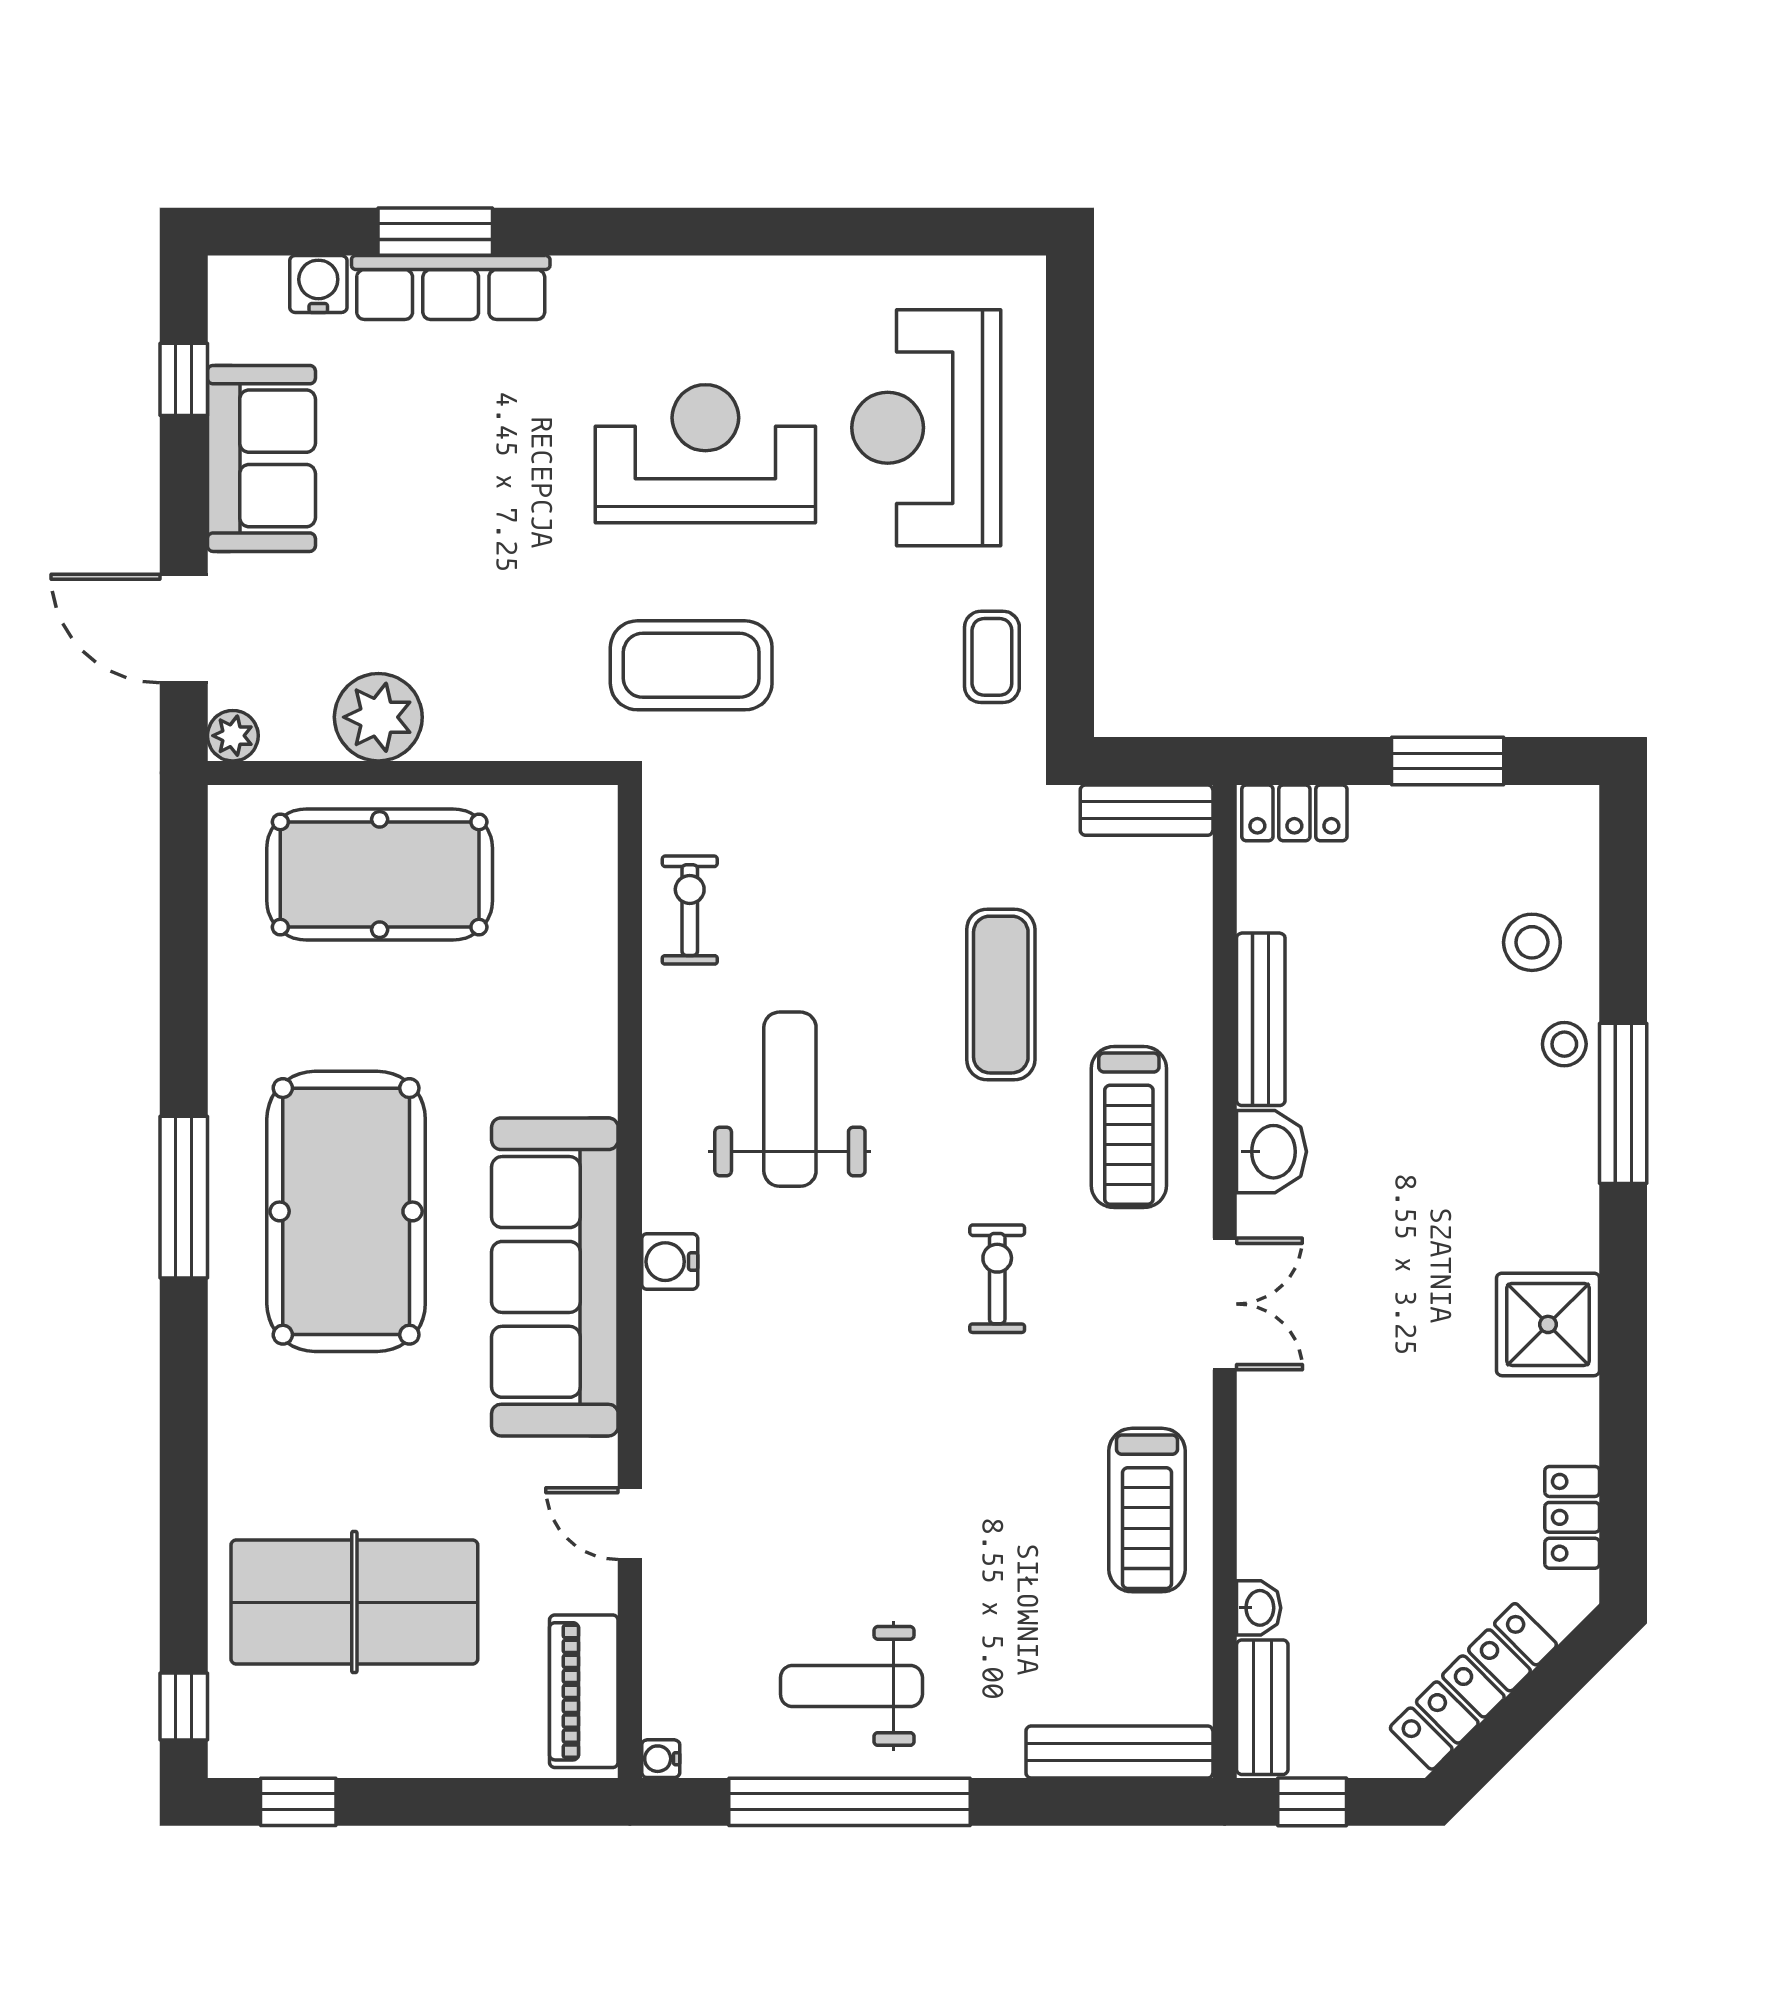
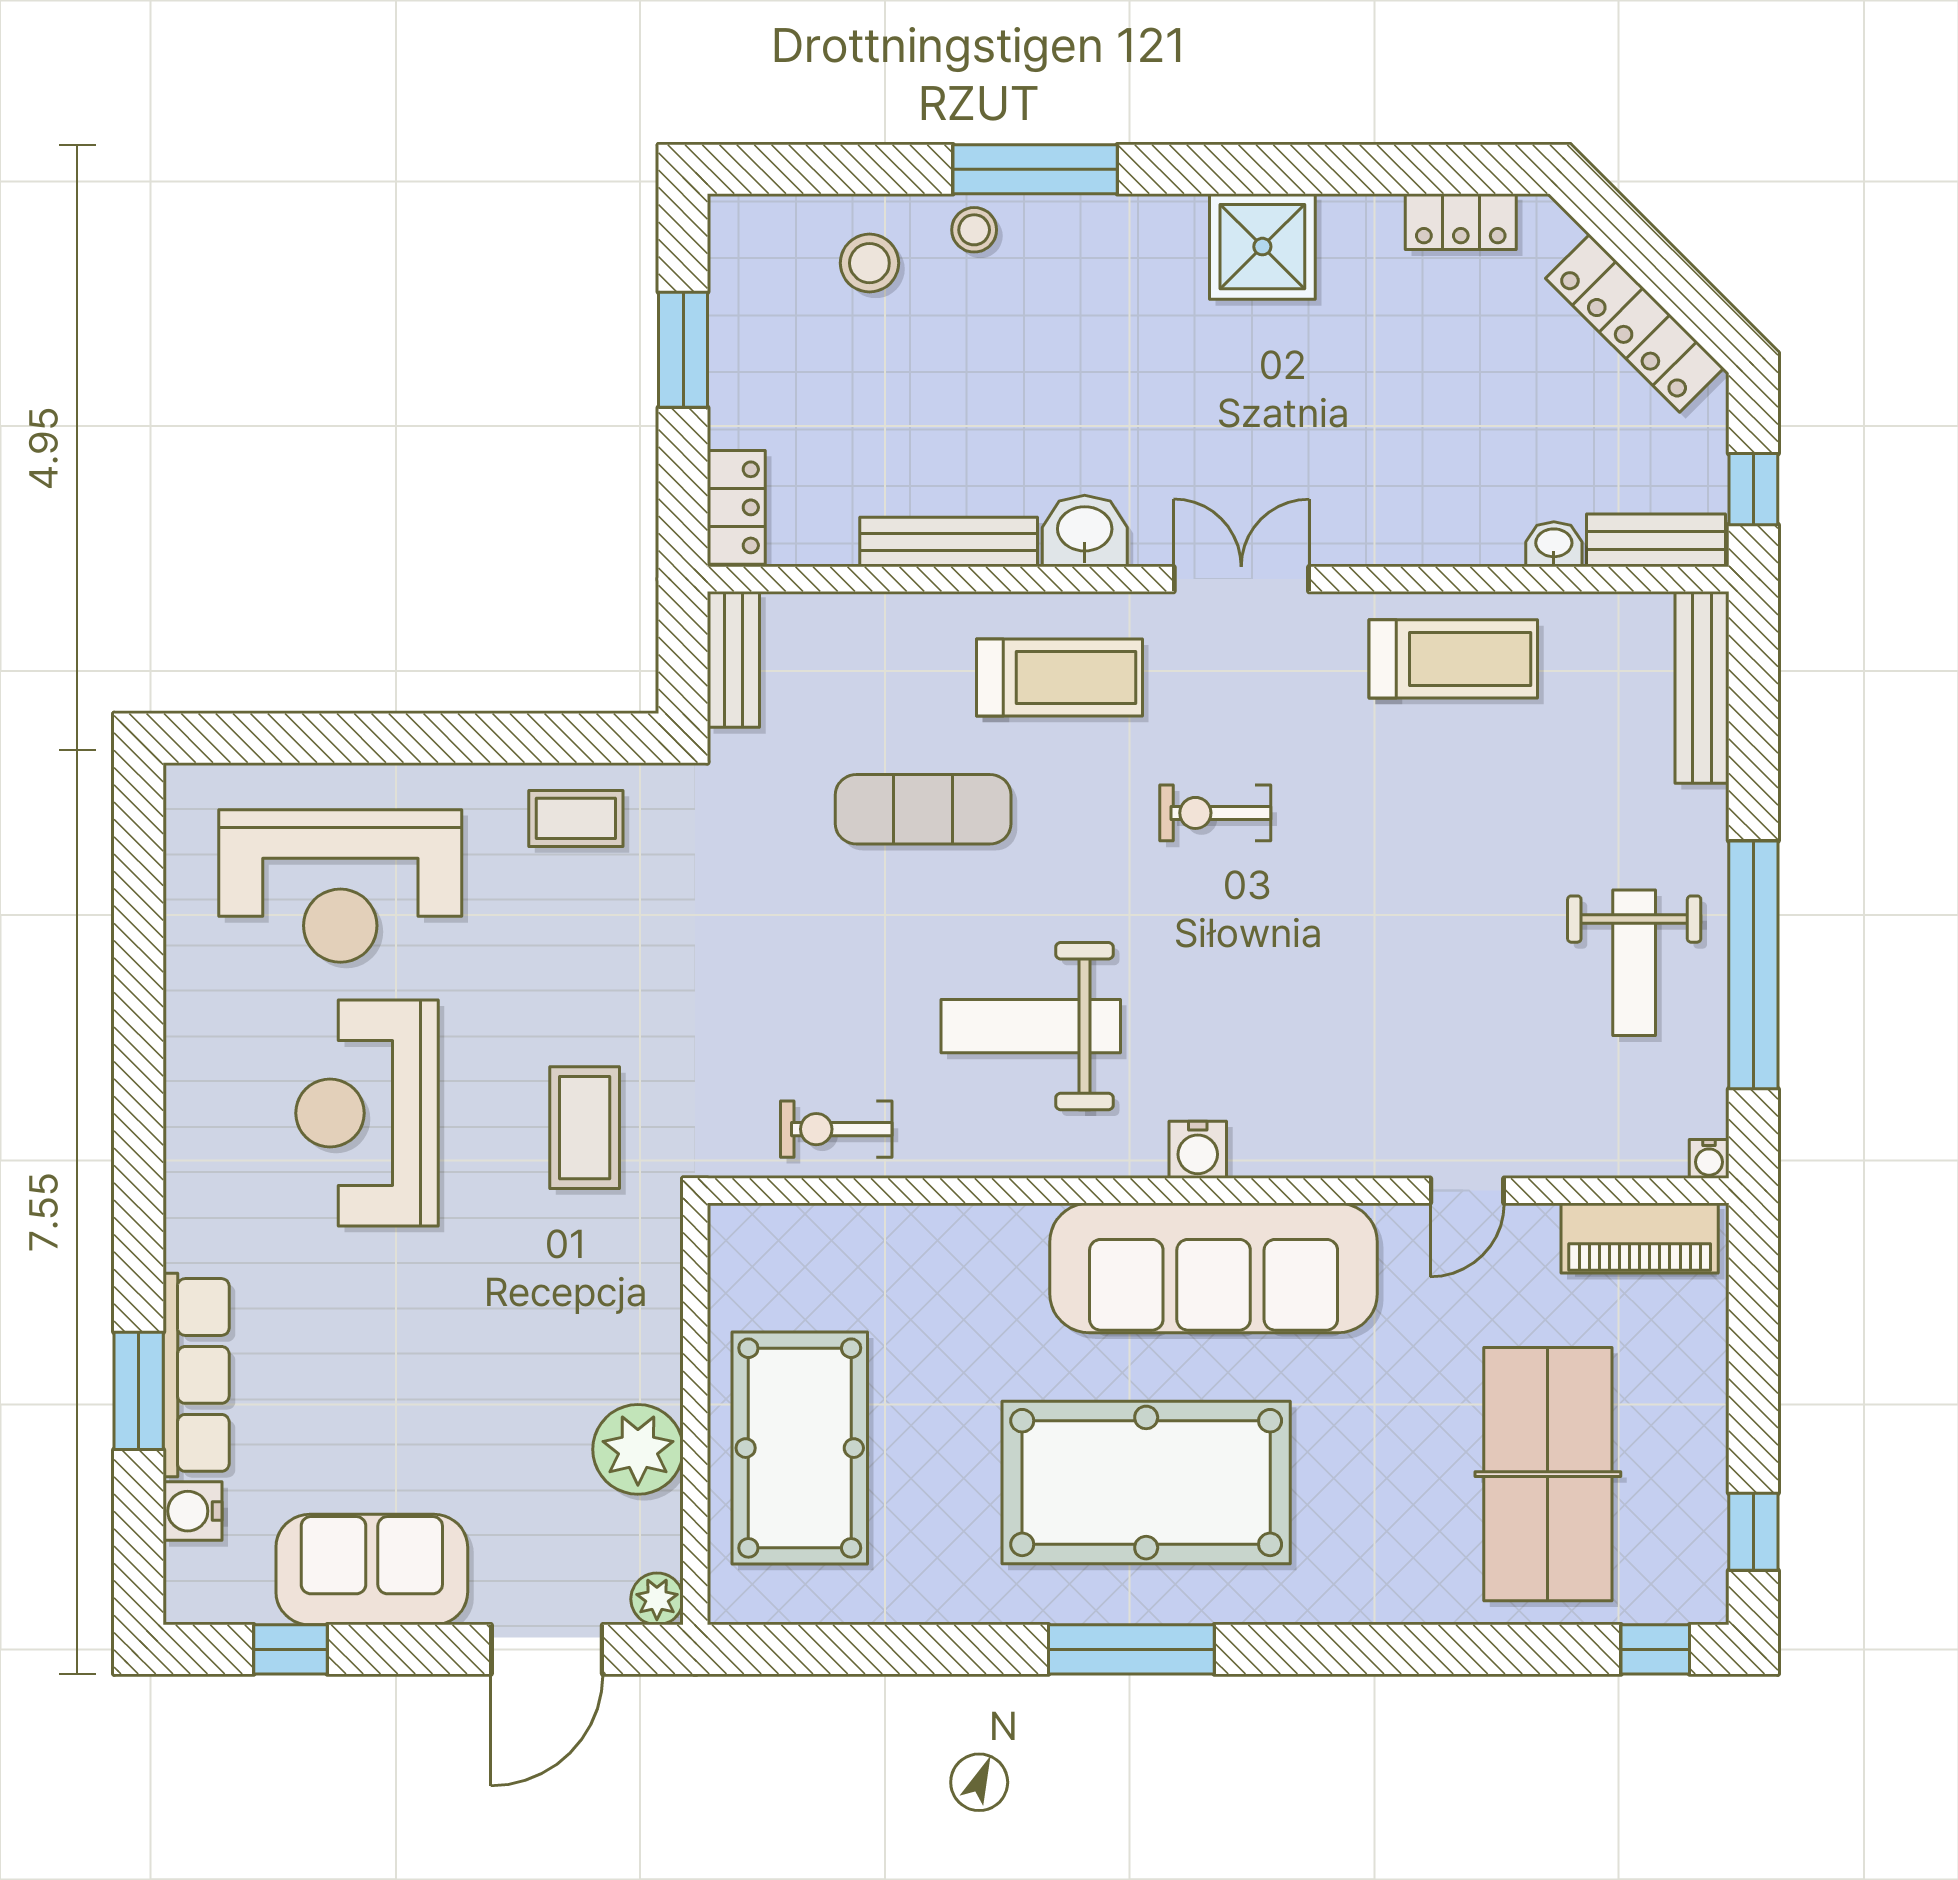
coffee table: (691, 665) -> (585, 1128), width x0.73, depth x0.76

